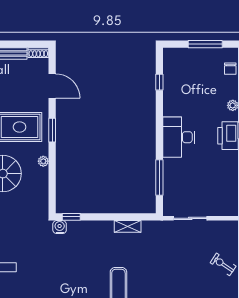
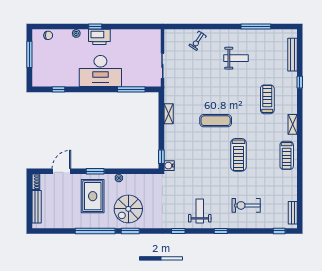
desk: (179, 137) -> (100, 71), width x1.36, depth x1.30

